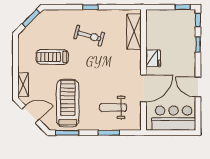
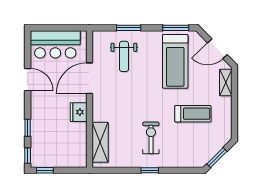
exercise bike: (89, 36) -> (151, 138), turned 74
weight bench: (113, 108) -> (124, 56), turned 90

